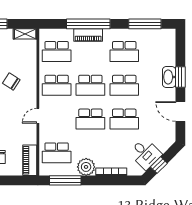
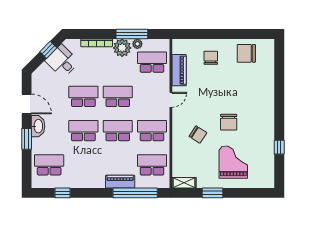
window: (88, 24) -> (135, 193), moved
window: (145, 24) -> (62, 193), width x0.46
school desk: (124, 51) -> (49, 165), moved
washbasin: (169, 77) -> (38, 126), moved
piano: (30, 160) -> (179, 70), moved
plant: (71, 171) -> (137, 44), added
window: (65, 180) -> (132, 34), moved

